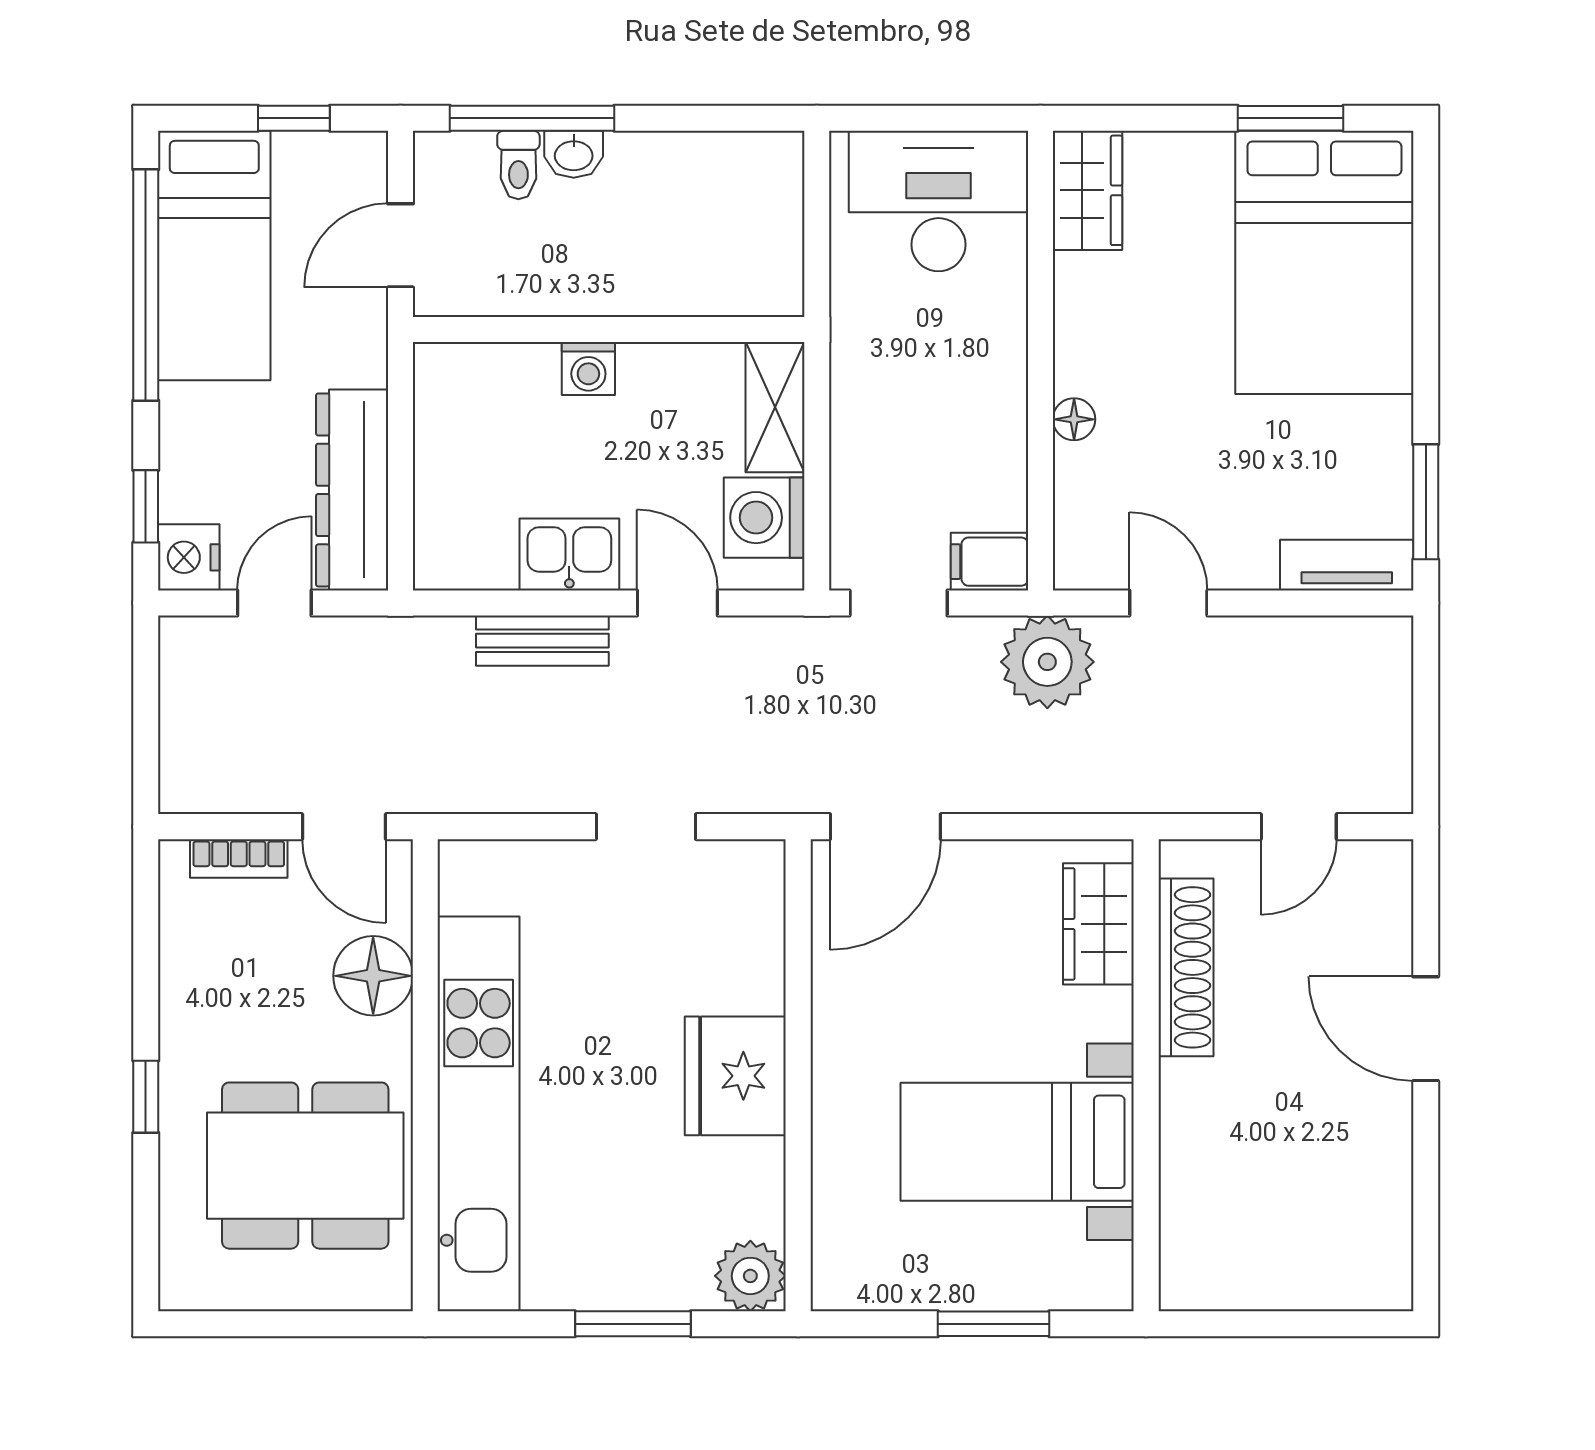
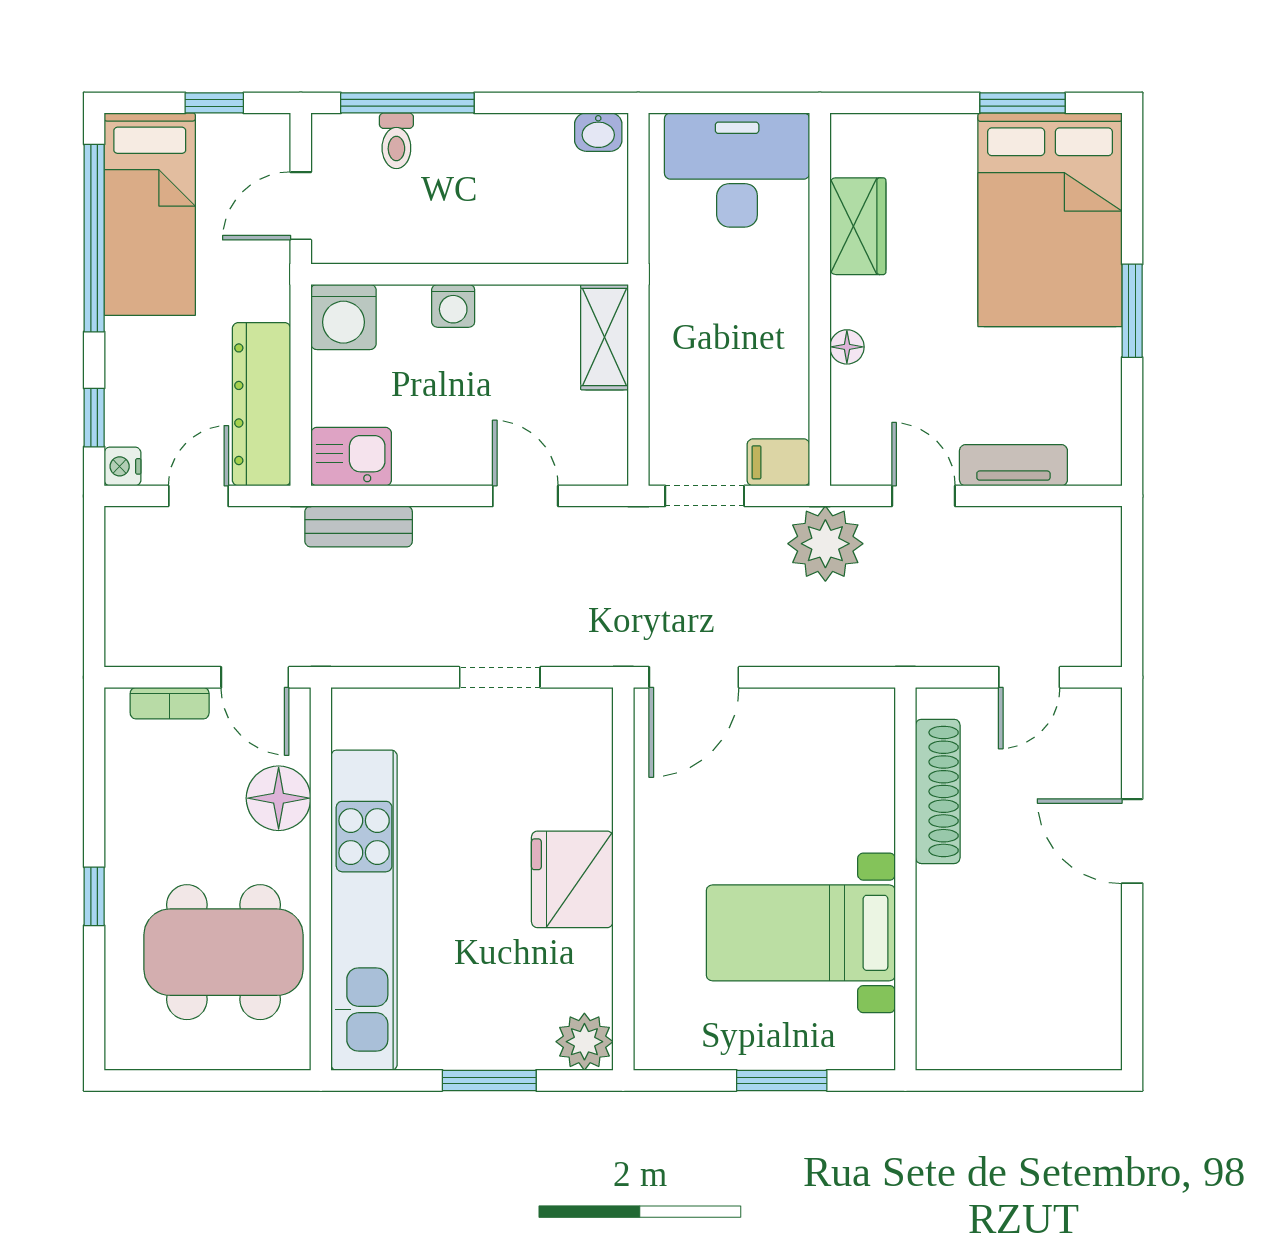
washbasin: (574, 154) -> (598, 132), moved
wardrobe: (1087, 190) -> (858, 226), moved
window: (1426, 502) -> (1132, 311), moved
washing machine: (764, 518) -> (343, 317), moved, turned -90
kitchen sink: (569, 555) -> (351, 457), moved
nightstand: (189, 557) -> (123, 466), width x0.72, depth x0.74
tv unit: (1347, 565) -> (1013, 465), moved
bench: (542, 641) -> (359, 526), moved
wardrobe: (1098, 924) -> (867, 756), removed

